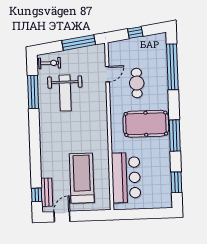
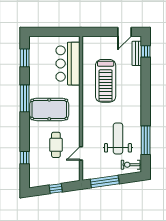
window: (172, 67) -> (25, 158), width x0.32
treadmill: (82, 178) -> (106, 81), moved

